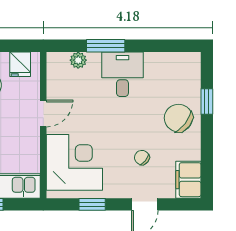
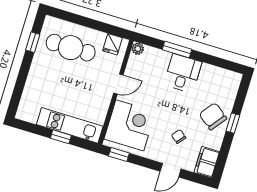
plant: (78, 60) -> (138, 49), moved
window: (207, 102) -> (233, 123), moved
window: (92, 204) -> (119, 154), moved

